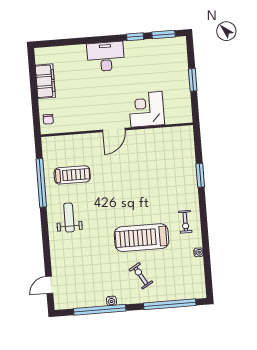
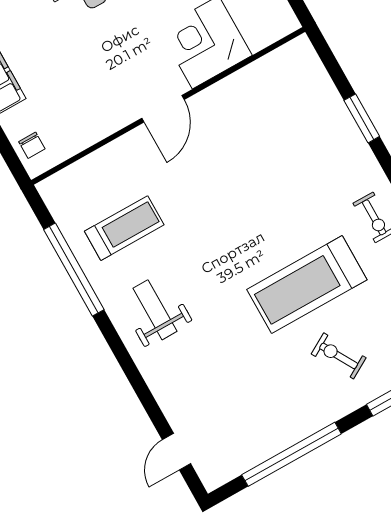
water cooler: (111, 301) -> (306, 428), removed

